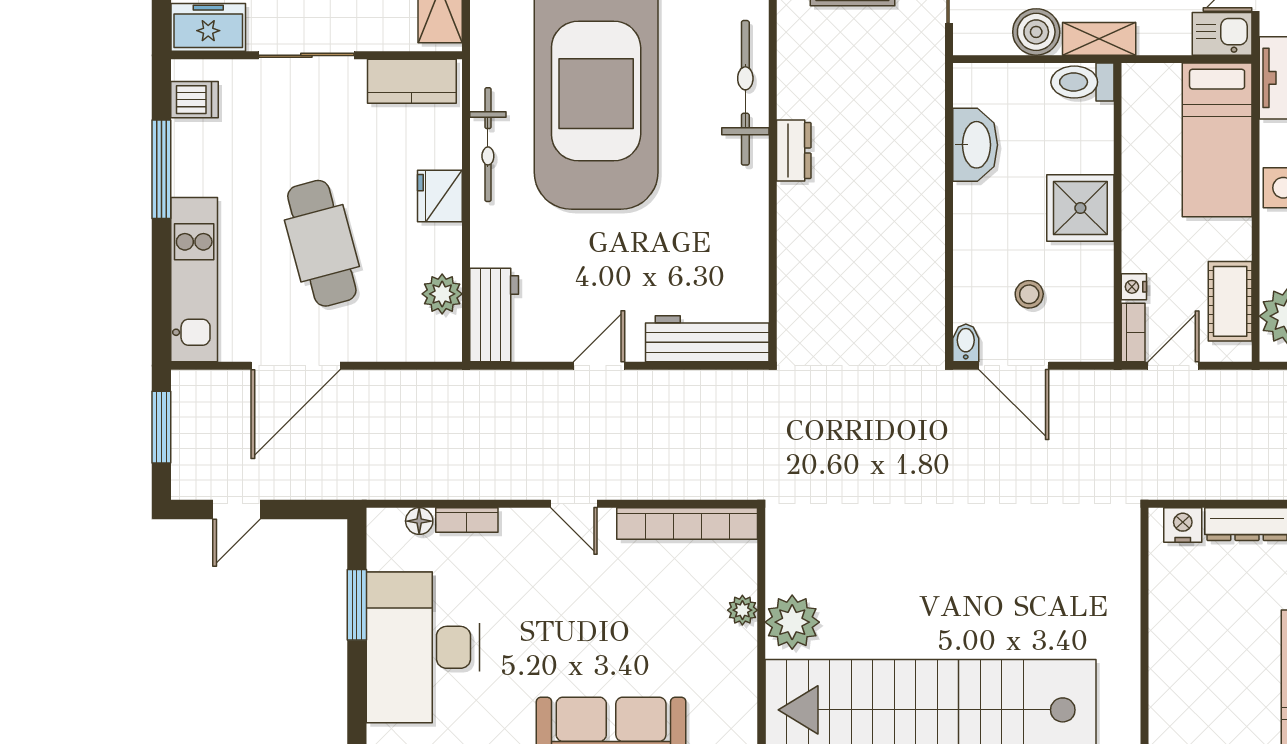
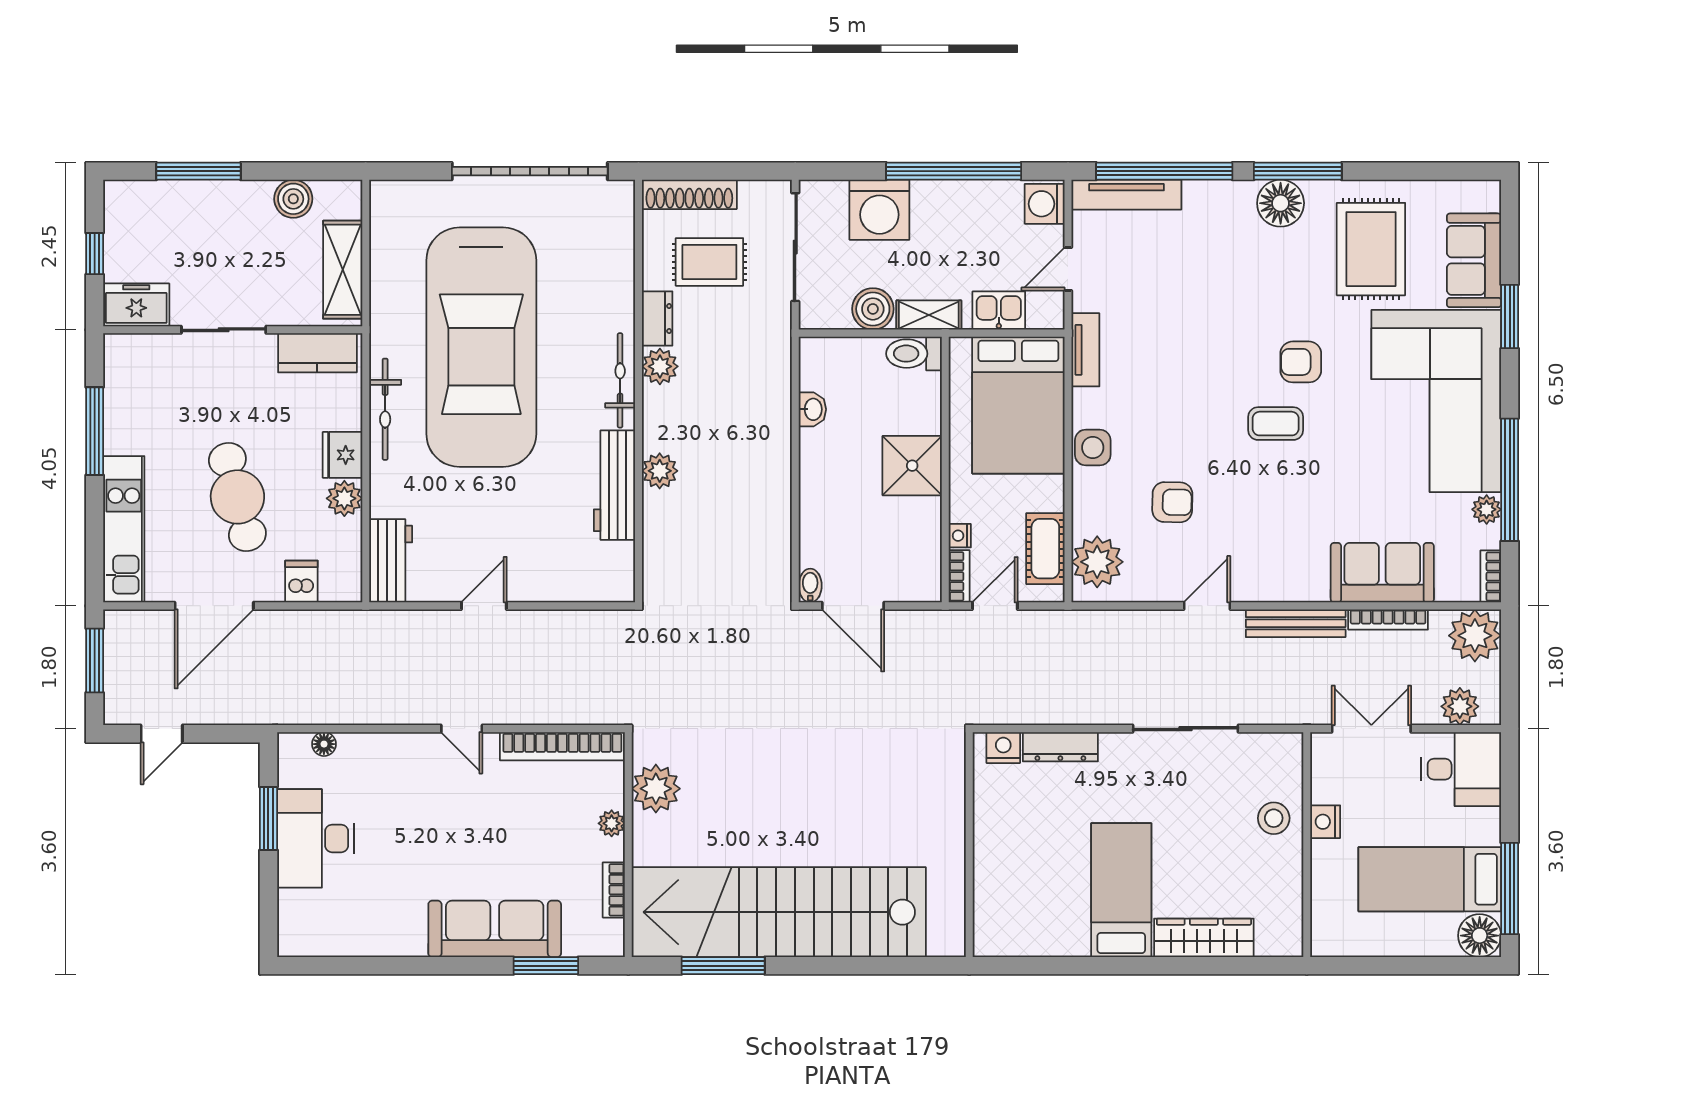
kitchen sink: (1222, 34) -> (999, 311), moved
bicycle: (745, 93) -> (620, 380), width x0.73, depth x0.71
plant: (797, 97) -> (660, 366), added
dishwasher: (195, 100) -> (301, 582), moved, turned -90
bed: (1217, 140) -> (1018, 405), width x1.50
washbasin: (975, 145) -> (812, 409), width x0.52, depth x0.69
dresser: (794, 150) -> (657, 319), moved
plant: (797, 214) -> (660, 471), added
plant: (442, 294) -> (344, 498), moved
stool: (1029, 294) -> (867, 542), removed
workbench: (707, 339) -> (614, 485), moved, turned -90
bookcase: (467, 520) -> (614, 890), moved, turned 90
plant: (792, 622) -> (656, 789), moved
desk: (423, 647) -> (316, 838), width x0.73, depth x0.77

